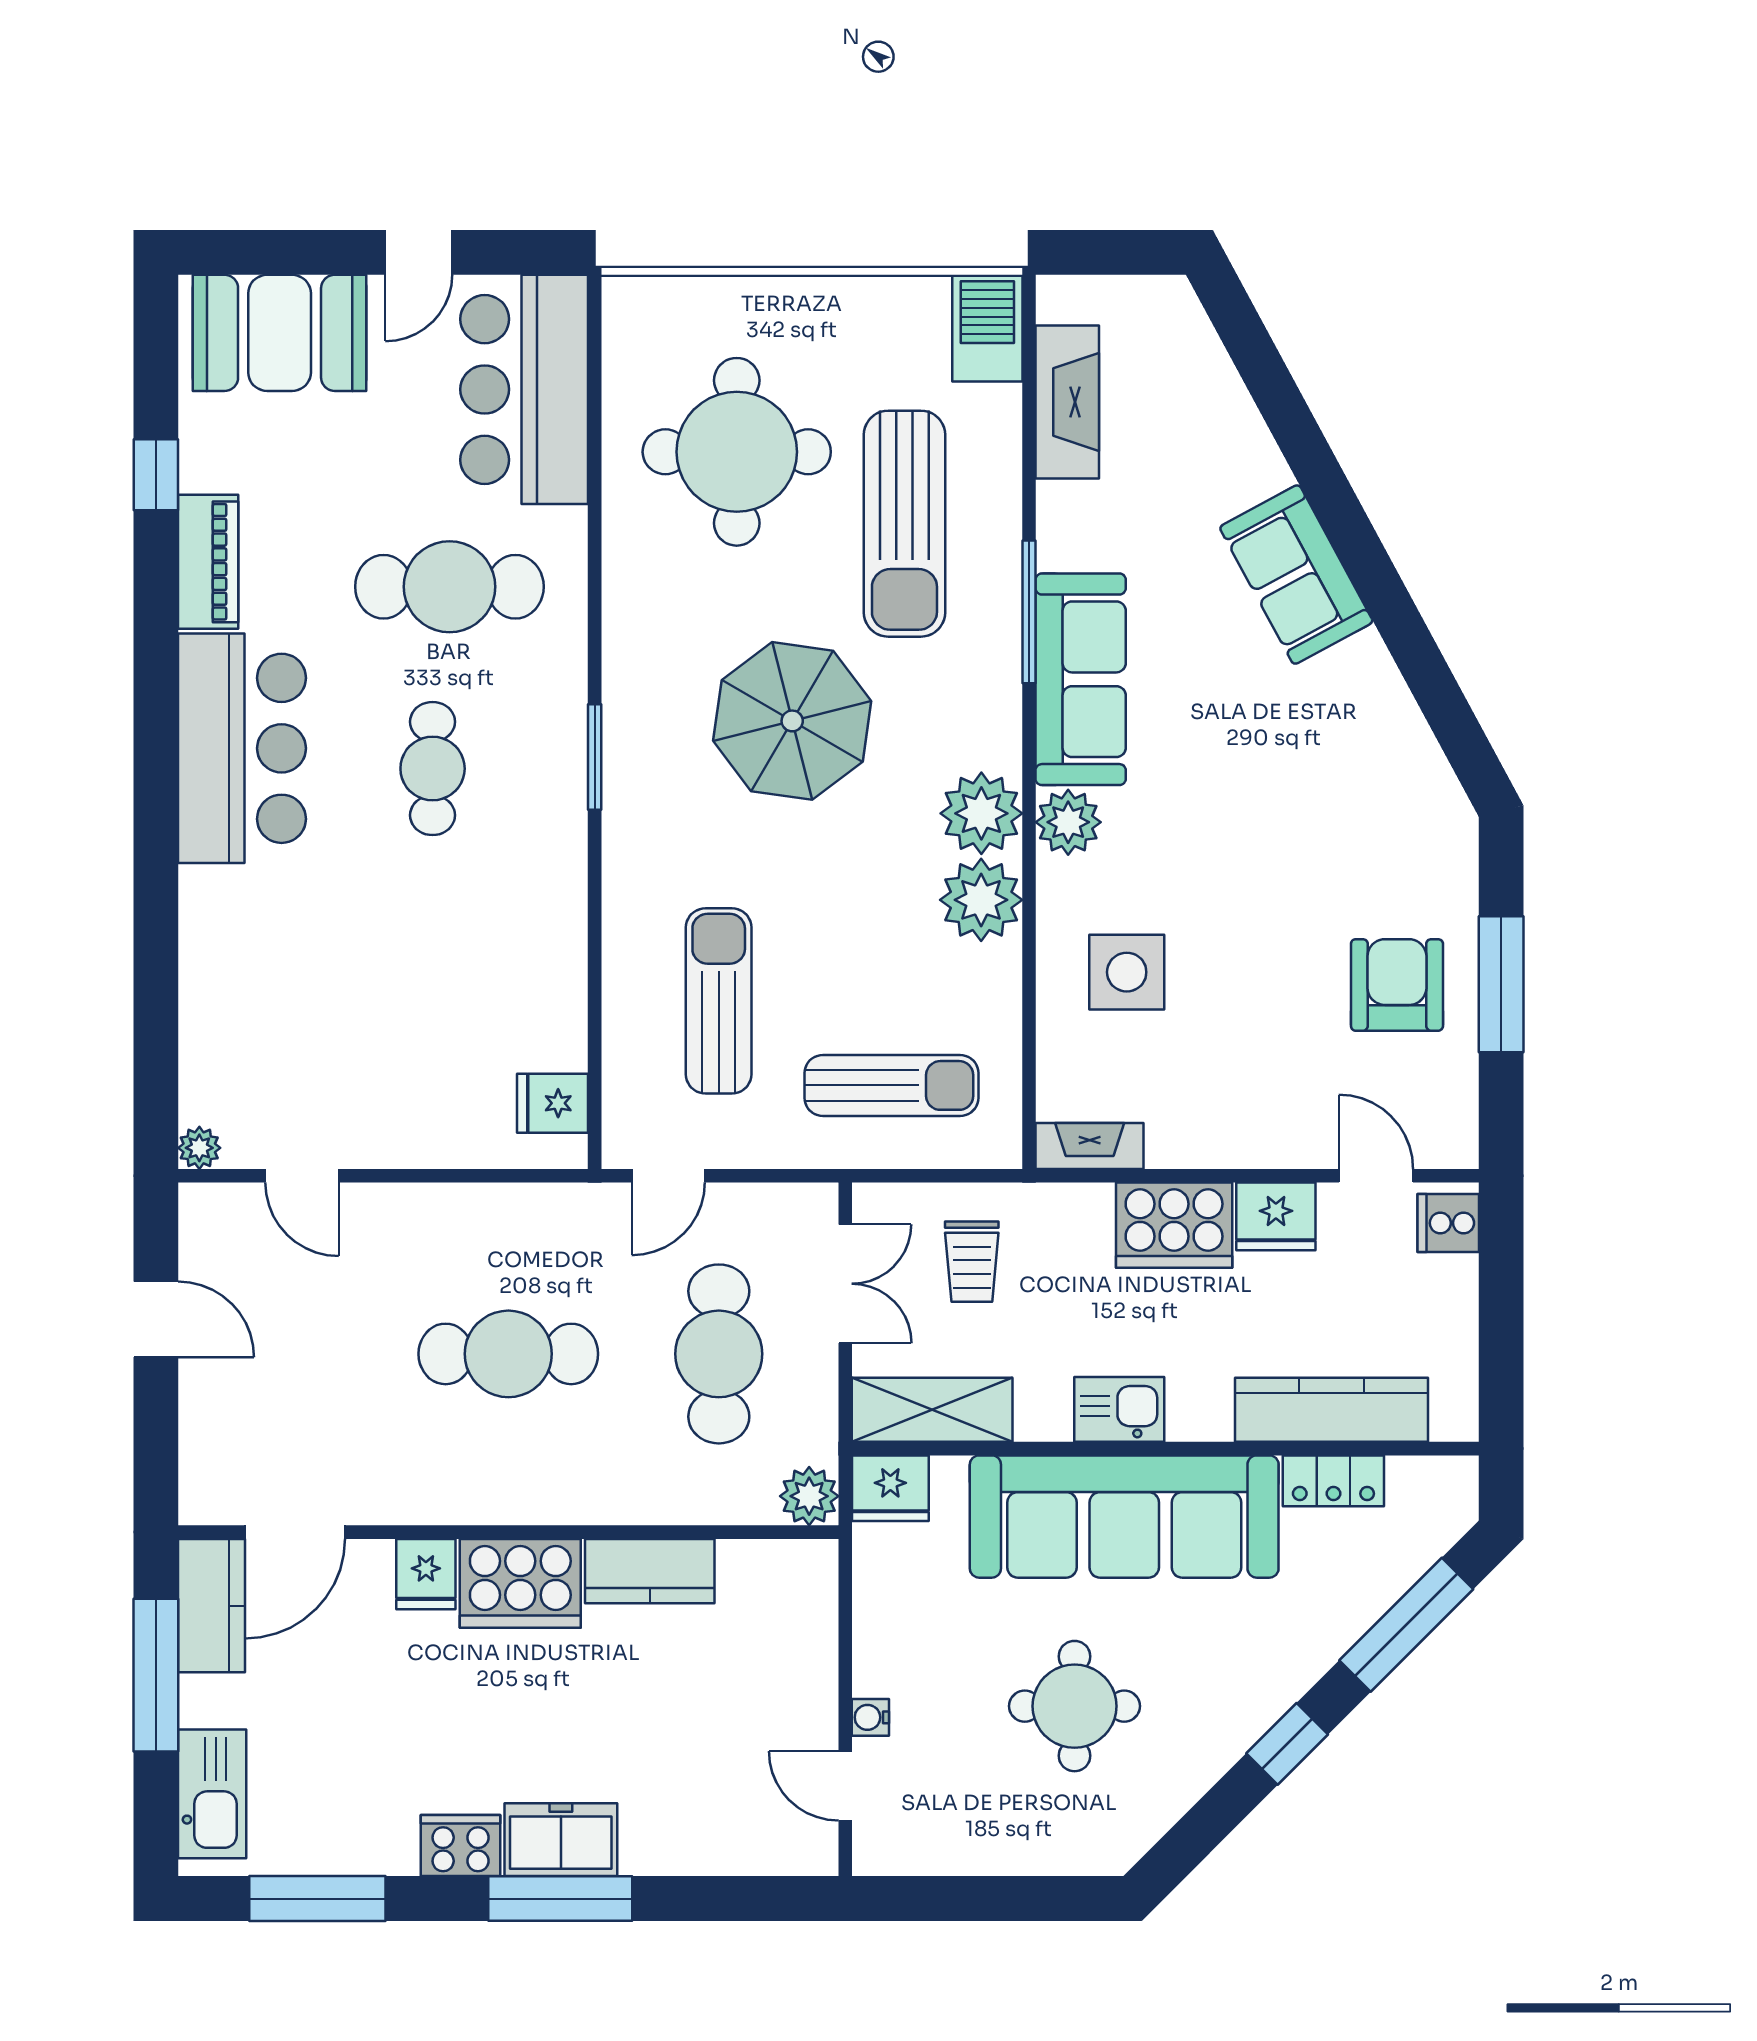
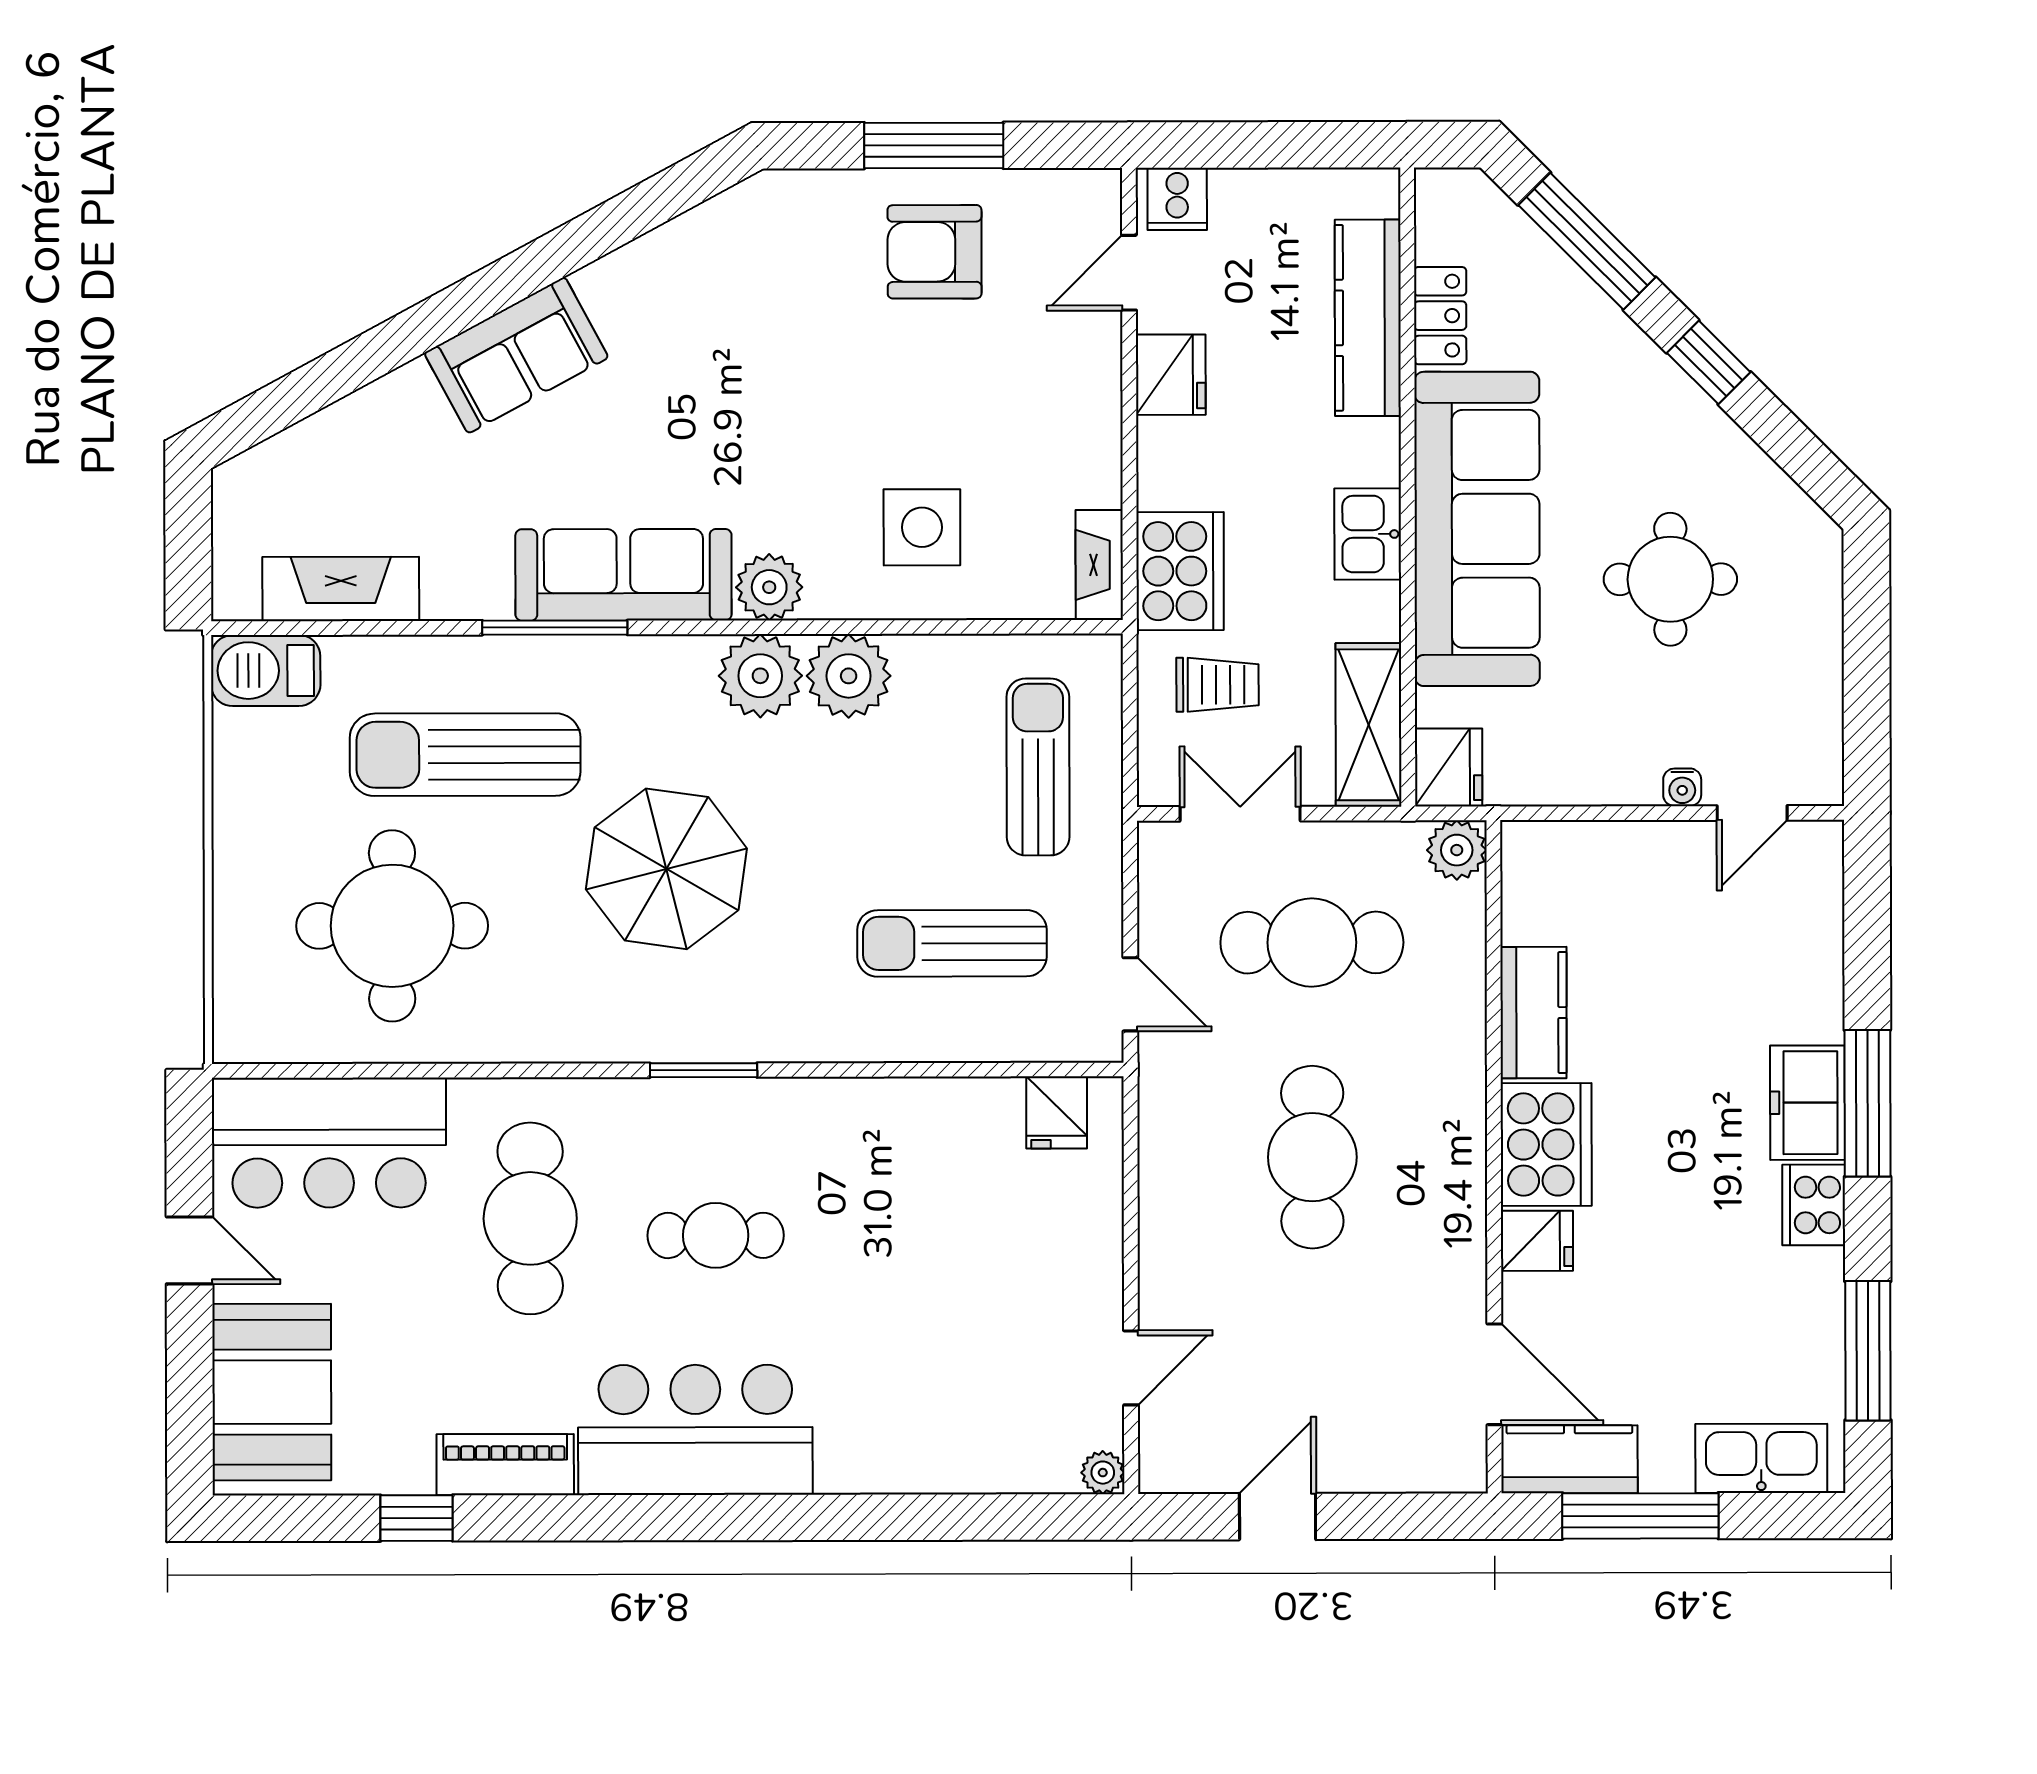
sun lounger: (904, 524) -> (465, 755), turned 180
cooker: (1174, 1225) -> (1180, 571), moved

